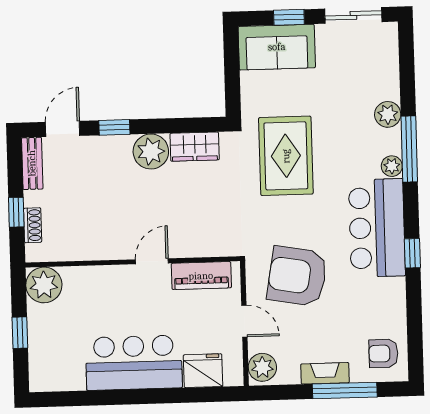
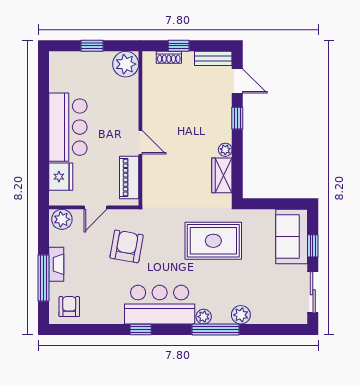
plant: (151, 151) -> (225, 150), width x0.53, depth x0.53
armchair: (297, 276) -> (127, 246), width x0.73, depth x0.73

